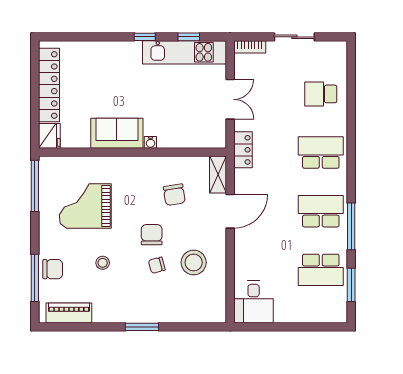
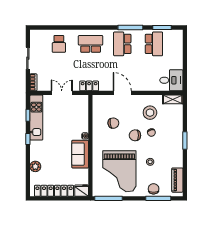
plant: (94, 50) -> (35, 166), added
school desk: (321, 153) -> (91, 44), turned 90
shelving: (218, 175) -> (173, 99), moved
grand piano: (85, 206) -> (119, 171), width x1.37, depth x1.48

